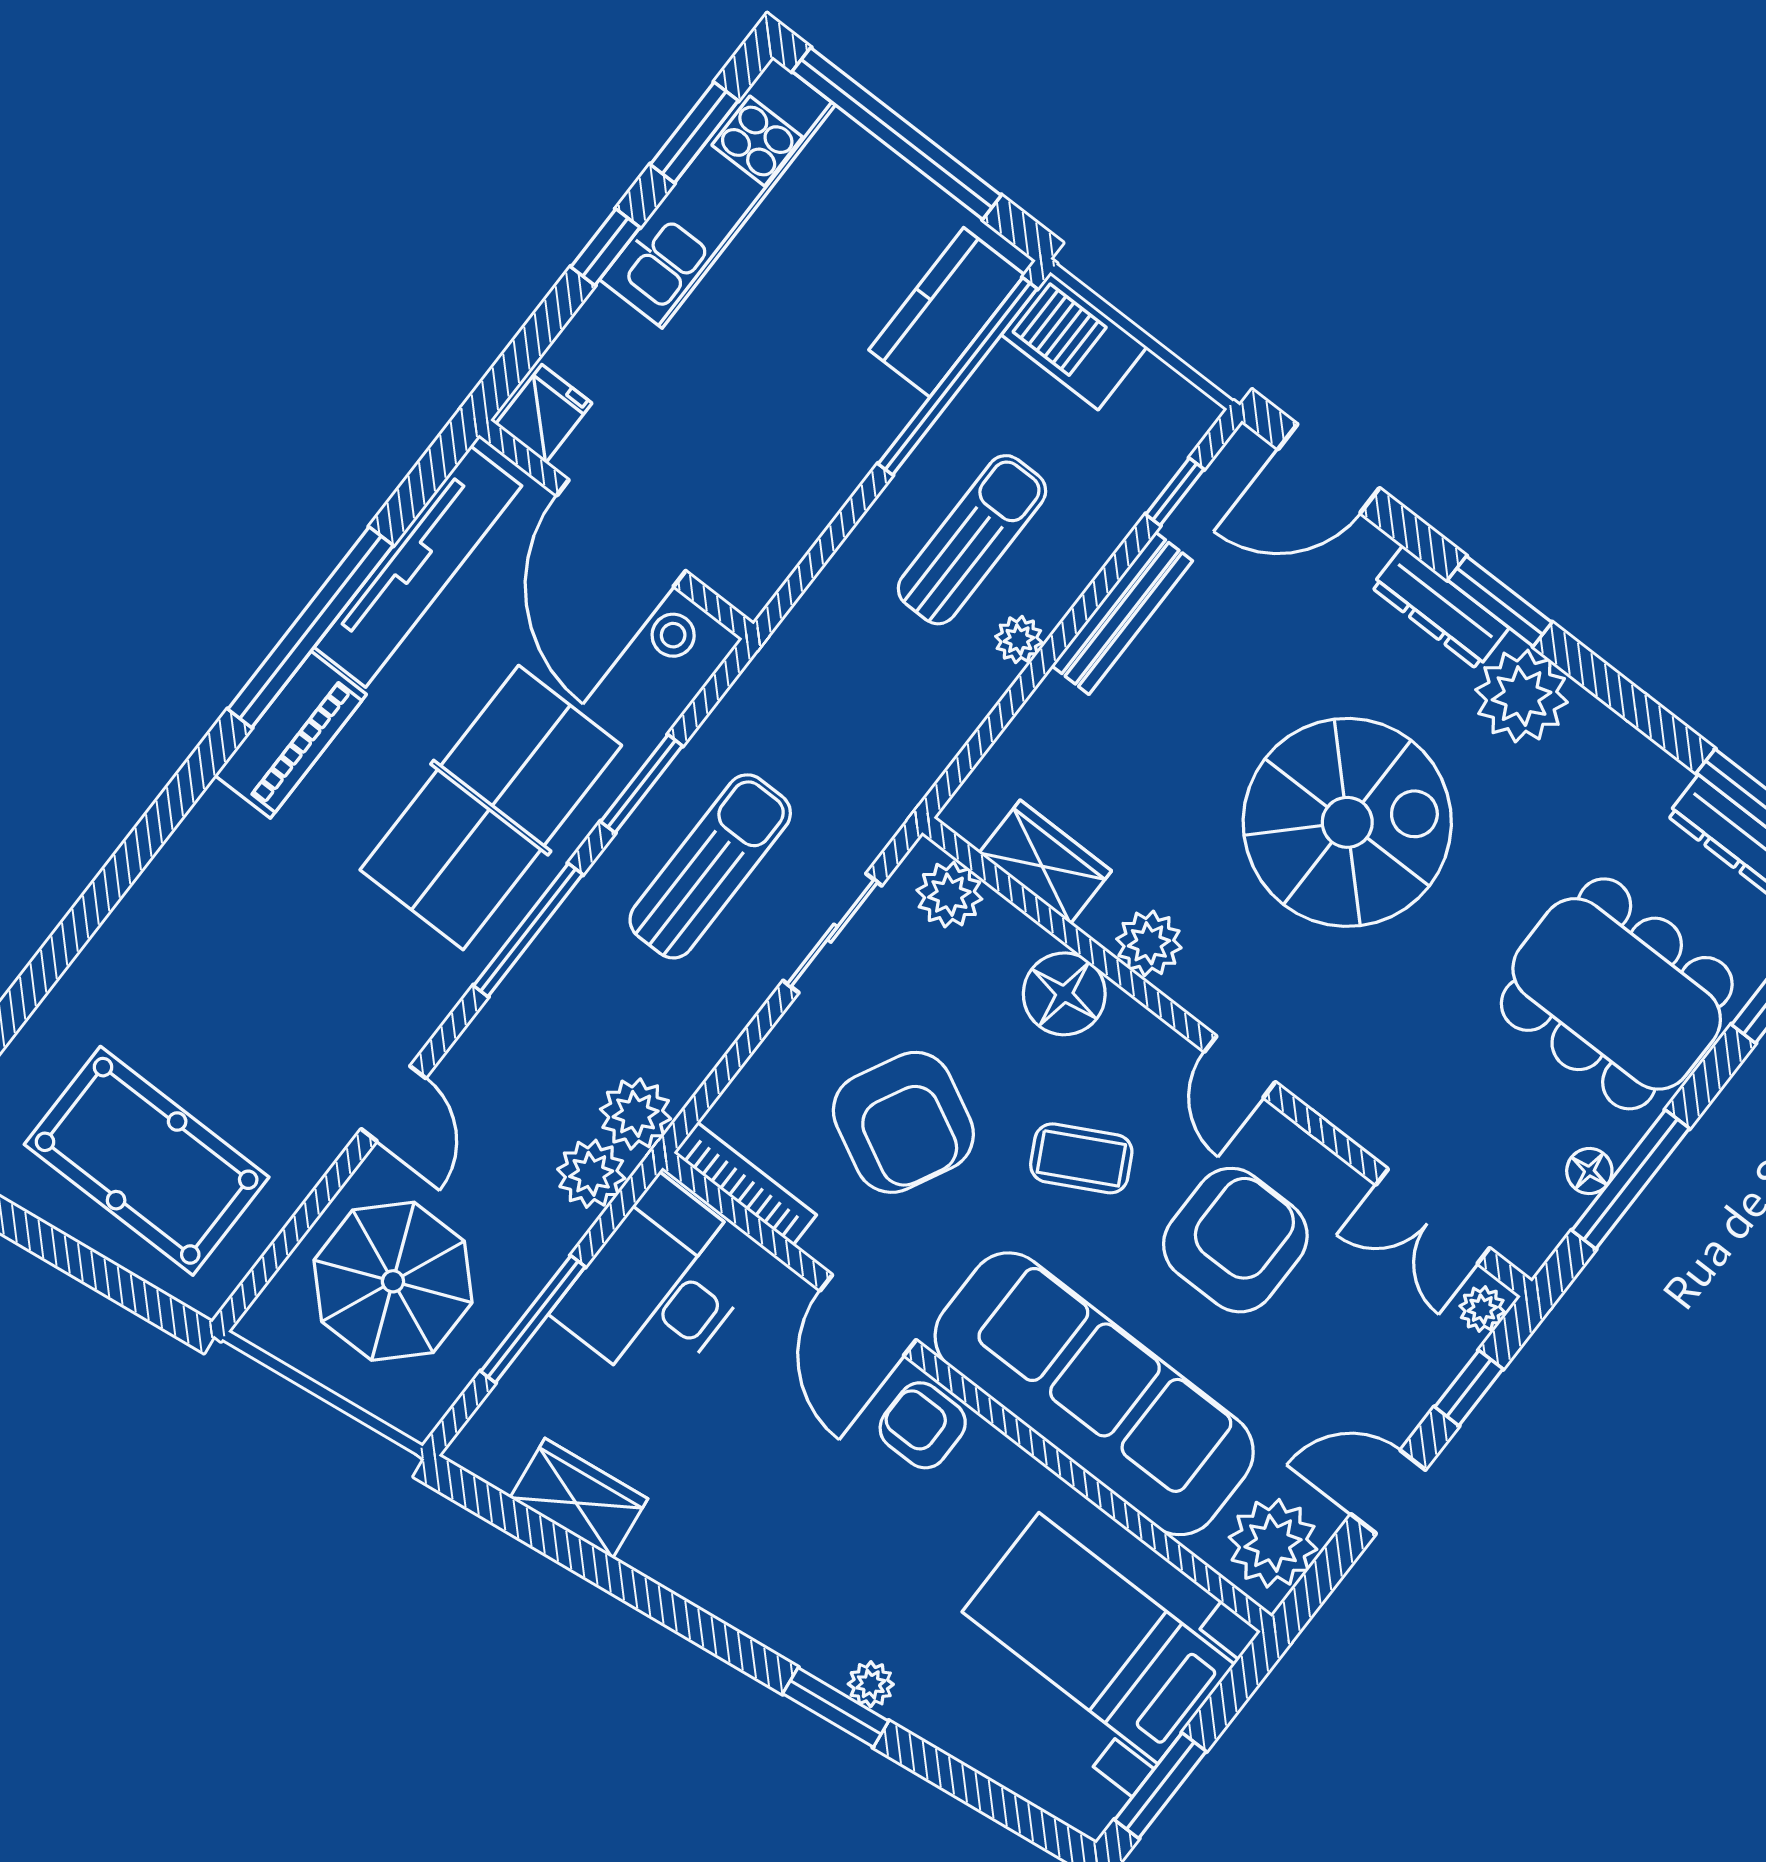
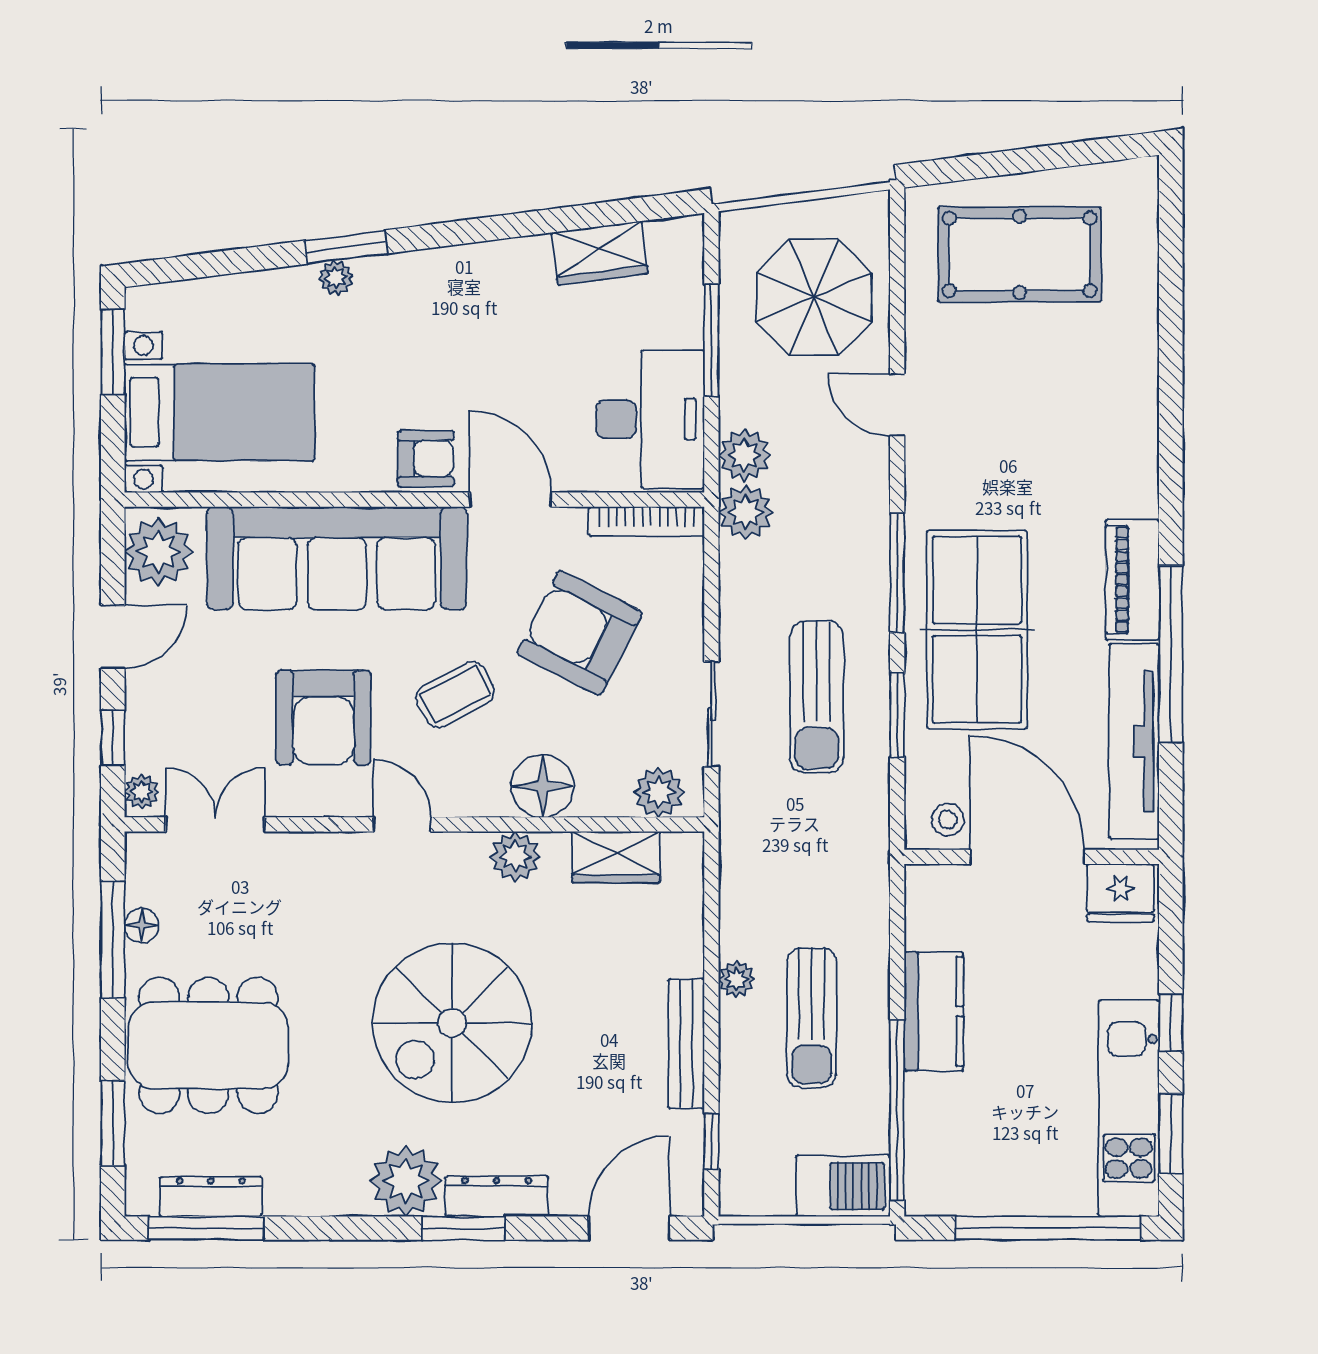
kitchen counter: (947, 312) -> (934, 1011), moved
fridge: (544, 414) -> (1121, 893), width x1.38

